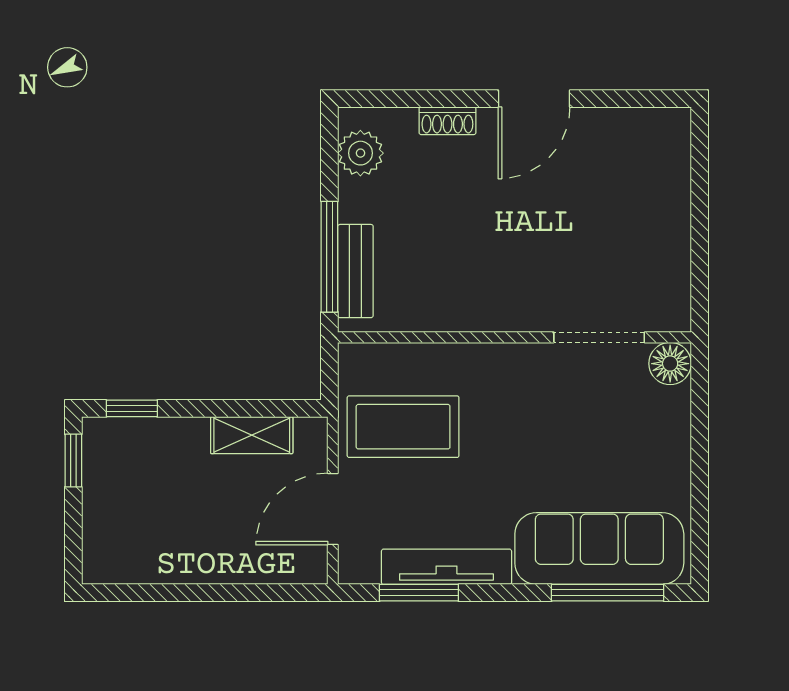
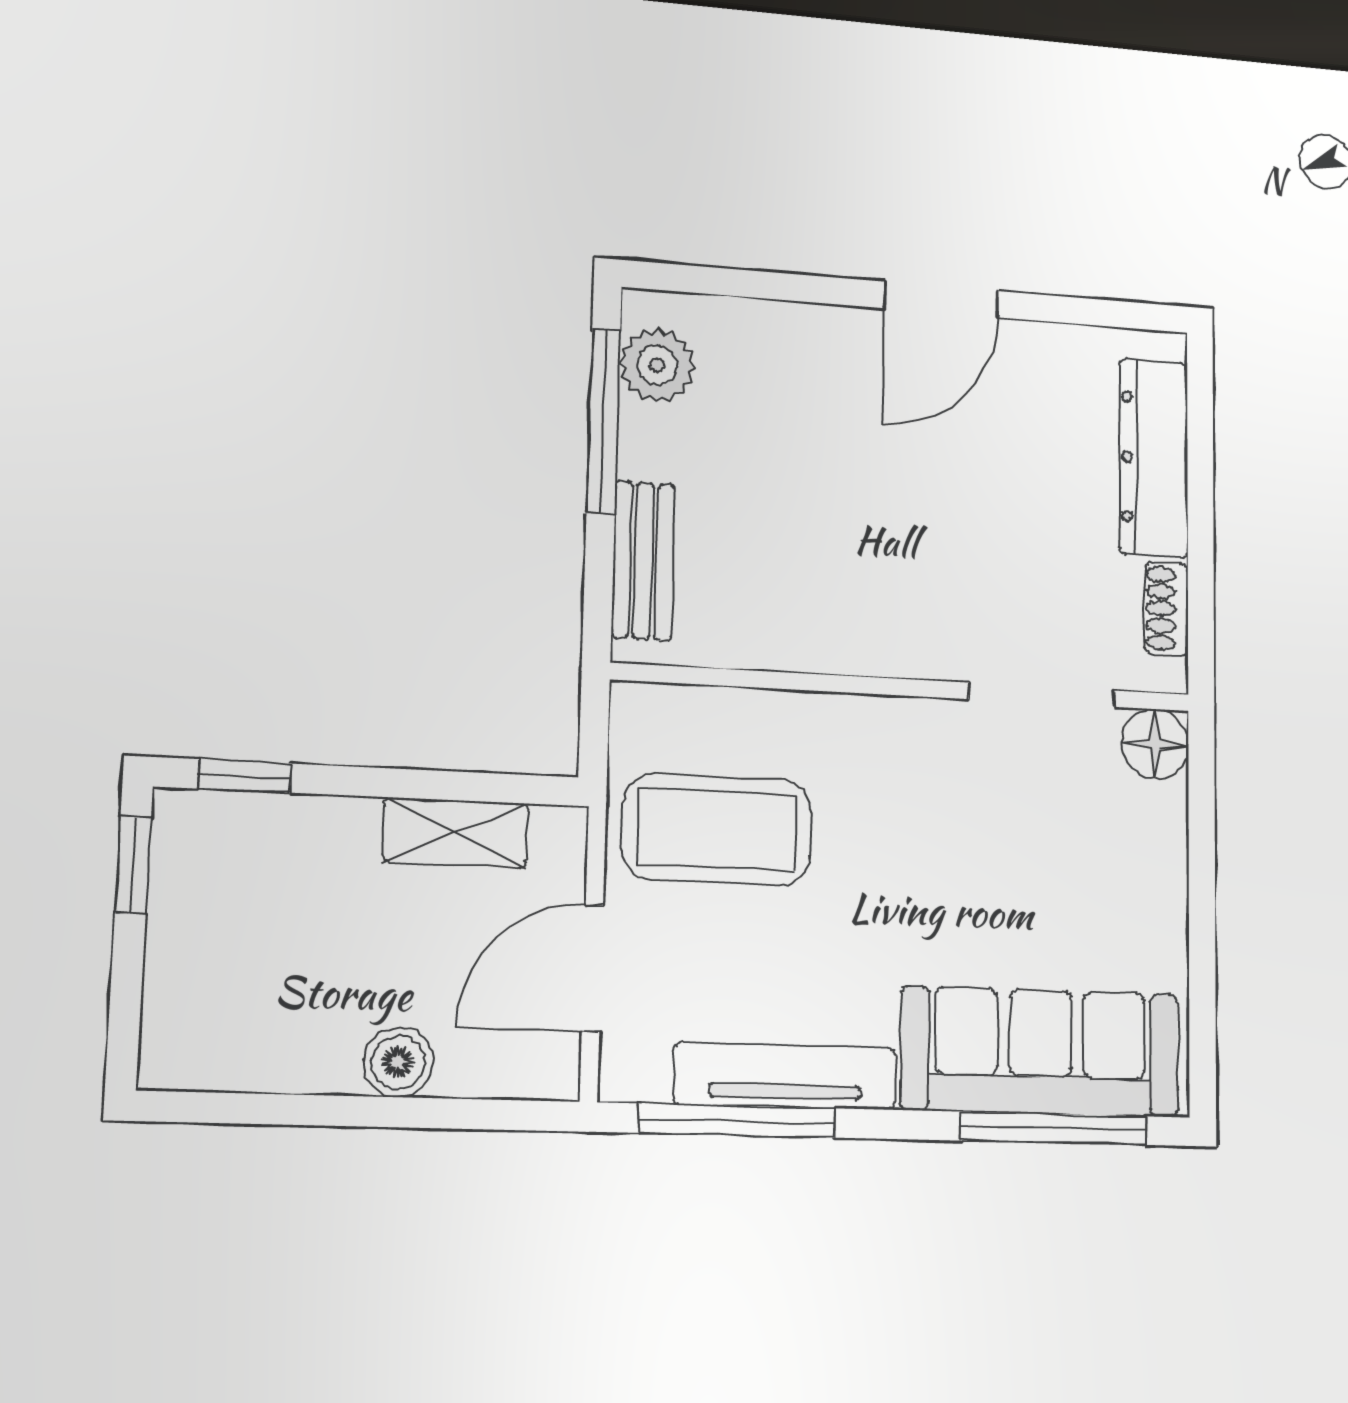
shoe rack: (447, 121) -> (1166, 609), moved, turned 90
dresser: (669, 188) -> (1154, 458), added
window: (329, 257) -> (603, 421), moved
boiler: (224, 565) -> (398, 1062), added
window: (419, 593) -> (737, 1121), width x1.44

